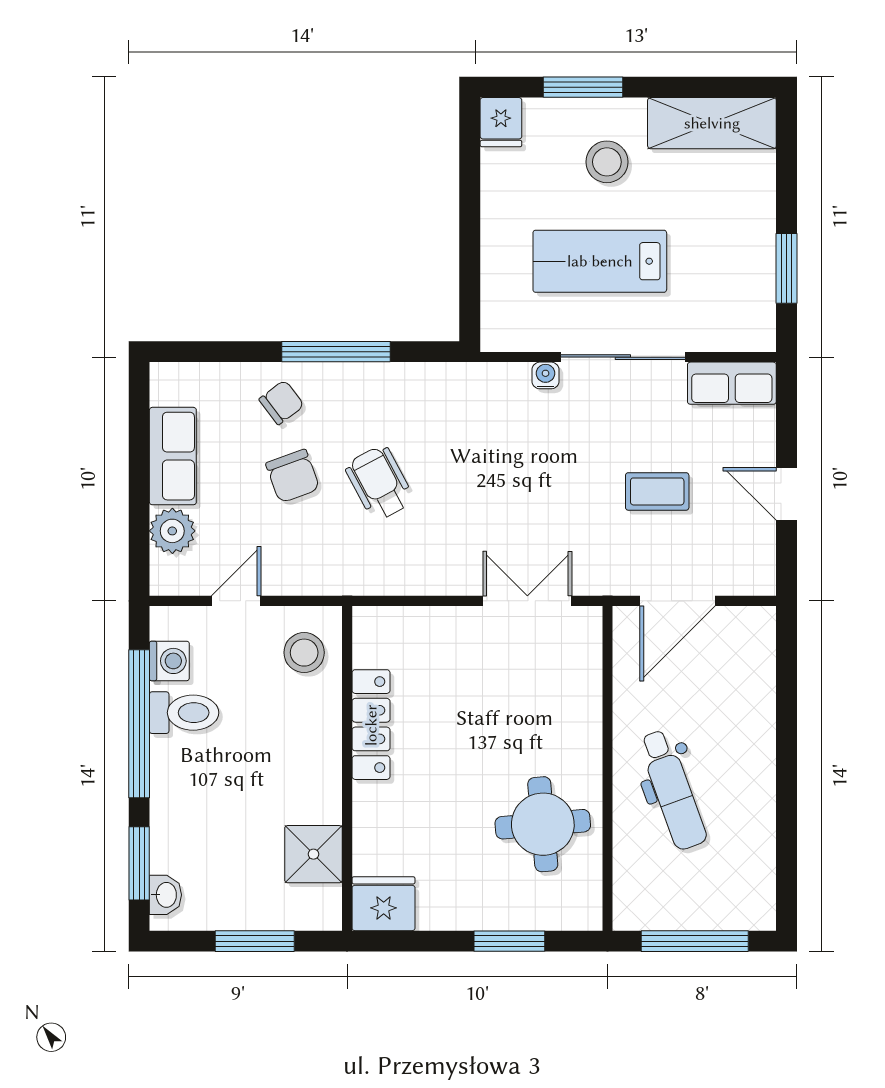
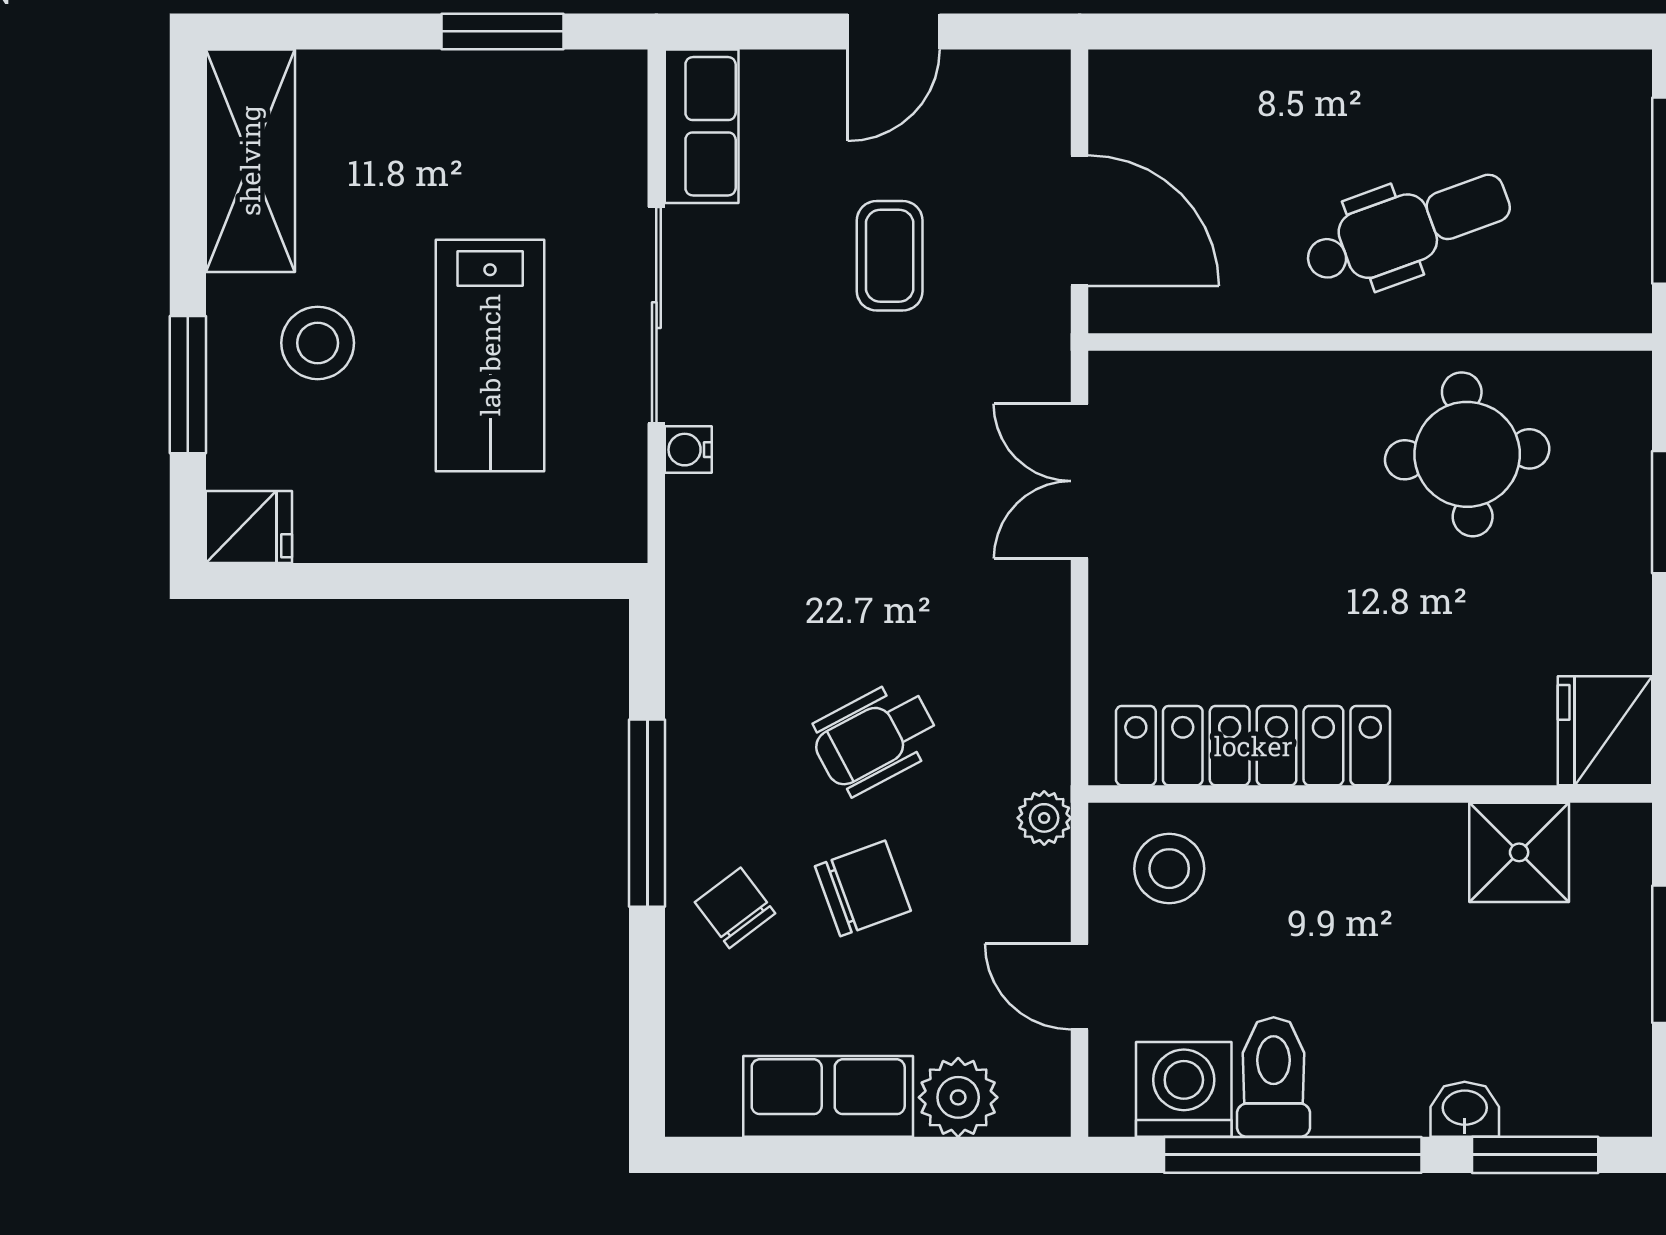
plant: (333, 580) -> (1044, 818), added
washing machine: (169, 661) -> (1184, 1089), width x1.38, depth x1.38
locker: (371, 725) -> (1253, 746), width x1.41, depth x1.21
washbasin: (165, 895) -> (1465, 1109), moved

